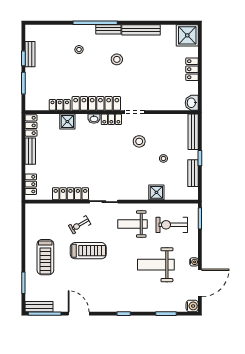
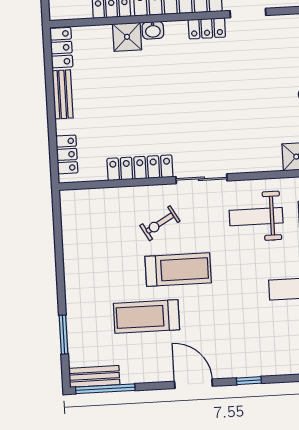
washbasin: (94, 119) -> (153, 30), moved
stool: (139, 141) -> (260, 66), removed
treadmill: (45, 257) -> (146, 317), moved, turned 90
door: (79, 314) -> (193, 384), moved

